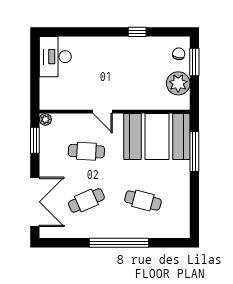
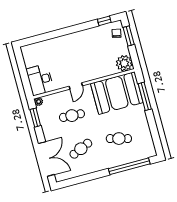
window: (137, 32) -> (104, 21), moved
desk: (55, 57) -> (40, 80), moved
plant: (178, 83) -> (124, 63), moved
door: (103, 112) -> (76, 86), hinge flipped
window: (119, 243) -> (129, 166), moved

